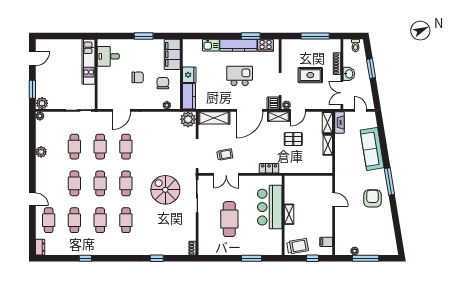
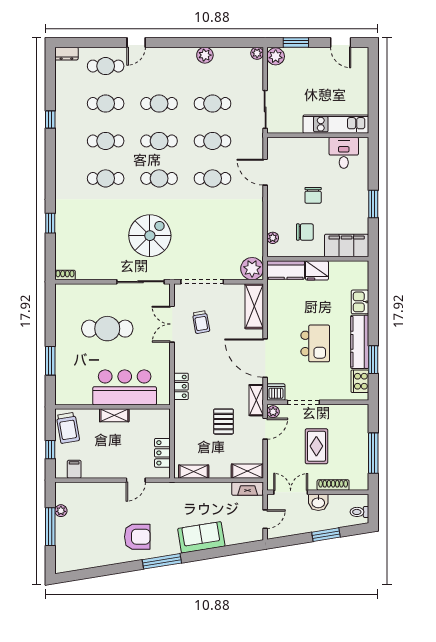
door: (298, 110) -> (265, 429), swing flipped
shelving: (328, 145) -> (194, 472), moved
sofa: (372, 149) -> (201, 537), width x0.73
locker: (315, 181) -> (162, 453), added

